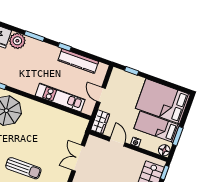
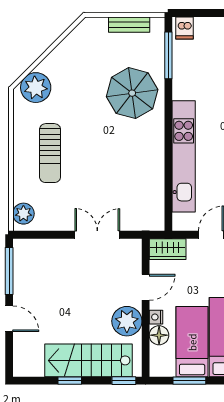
kitchen unit: (60, 98) -> (184, 156), width x1.36
floor lamp: (164, 150) -> (159, 335), moved
plant: (132, 159) -> (127, 321), added

